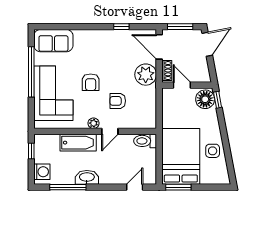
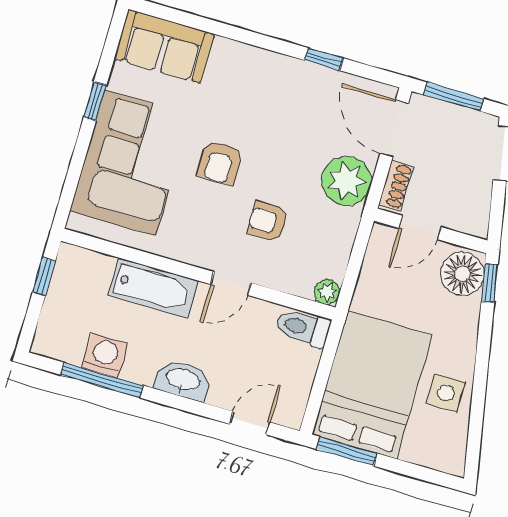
window: (31, 72) -> (95, 101), width x0.32
door: (182, 85) -> (420, 227), swing flipped
plant: (93, 123) -> (327, 292), moved
washing machine: (42, 172) -> (105, 355), moved, turned -90
washbasin: (87, 177) -> (183, 380), moved

